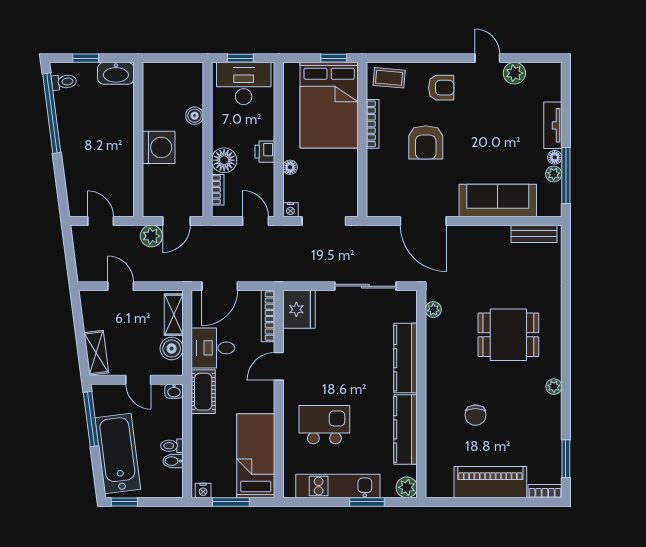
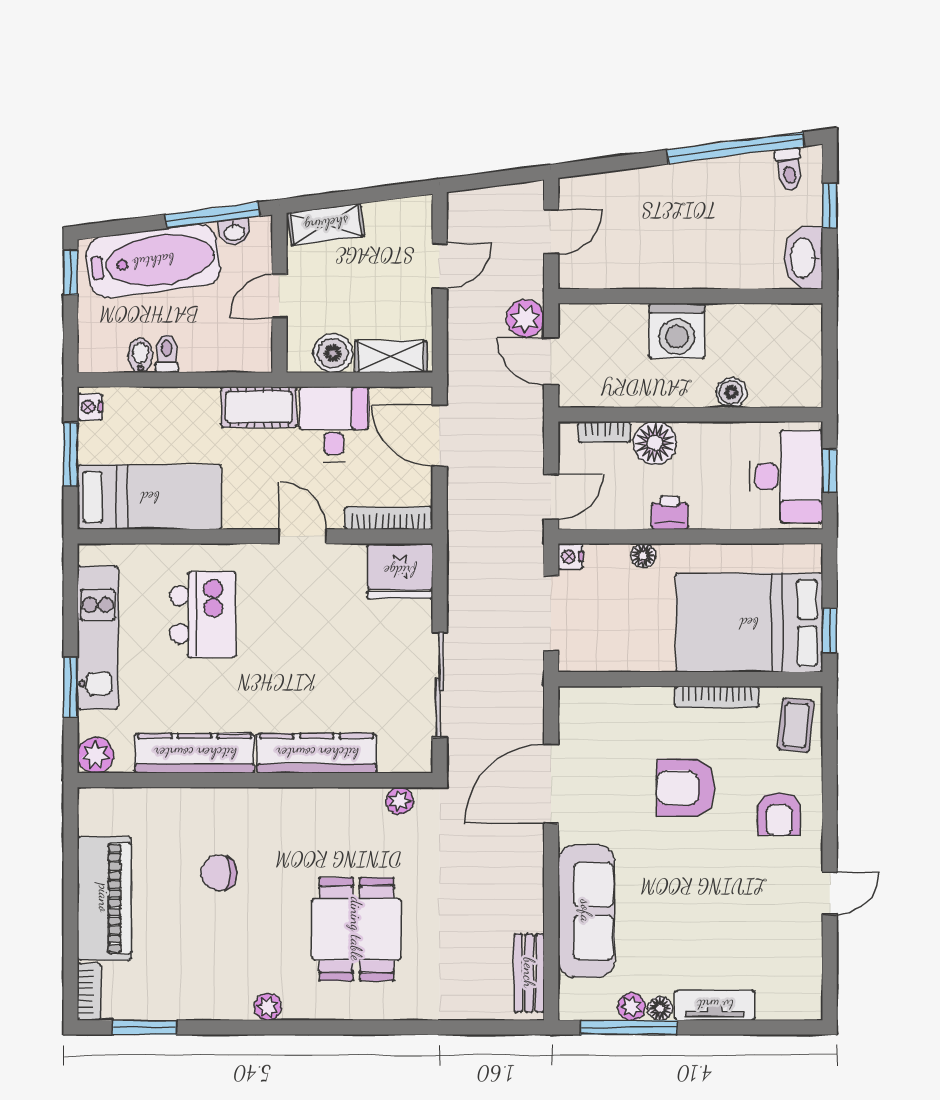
plant: (514, 73) -> (804, 940), removed
washbasin: (174, 391) -> (234, 232), moved, turned -97

